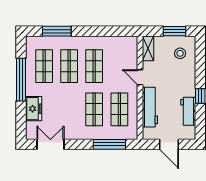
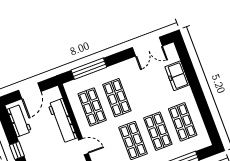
window: (21, 80) -> (201, 100), removed
workbench: (188, 111) -> (19, 121), moved
door: (169, 144) -> (30, 91), swing flipped

